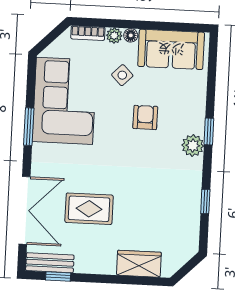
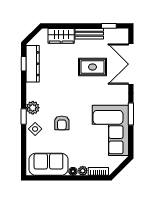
side table: (122, 75) -> (35, 129), moved
window: (205, 202) -> (24, 64), moved
dresser: (189, 219) -> (33, 64), added
bench: (50, 263) -> (89, 34), moved

